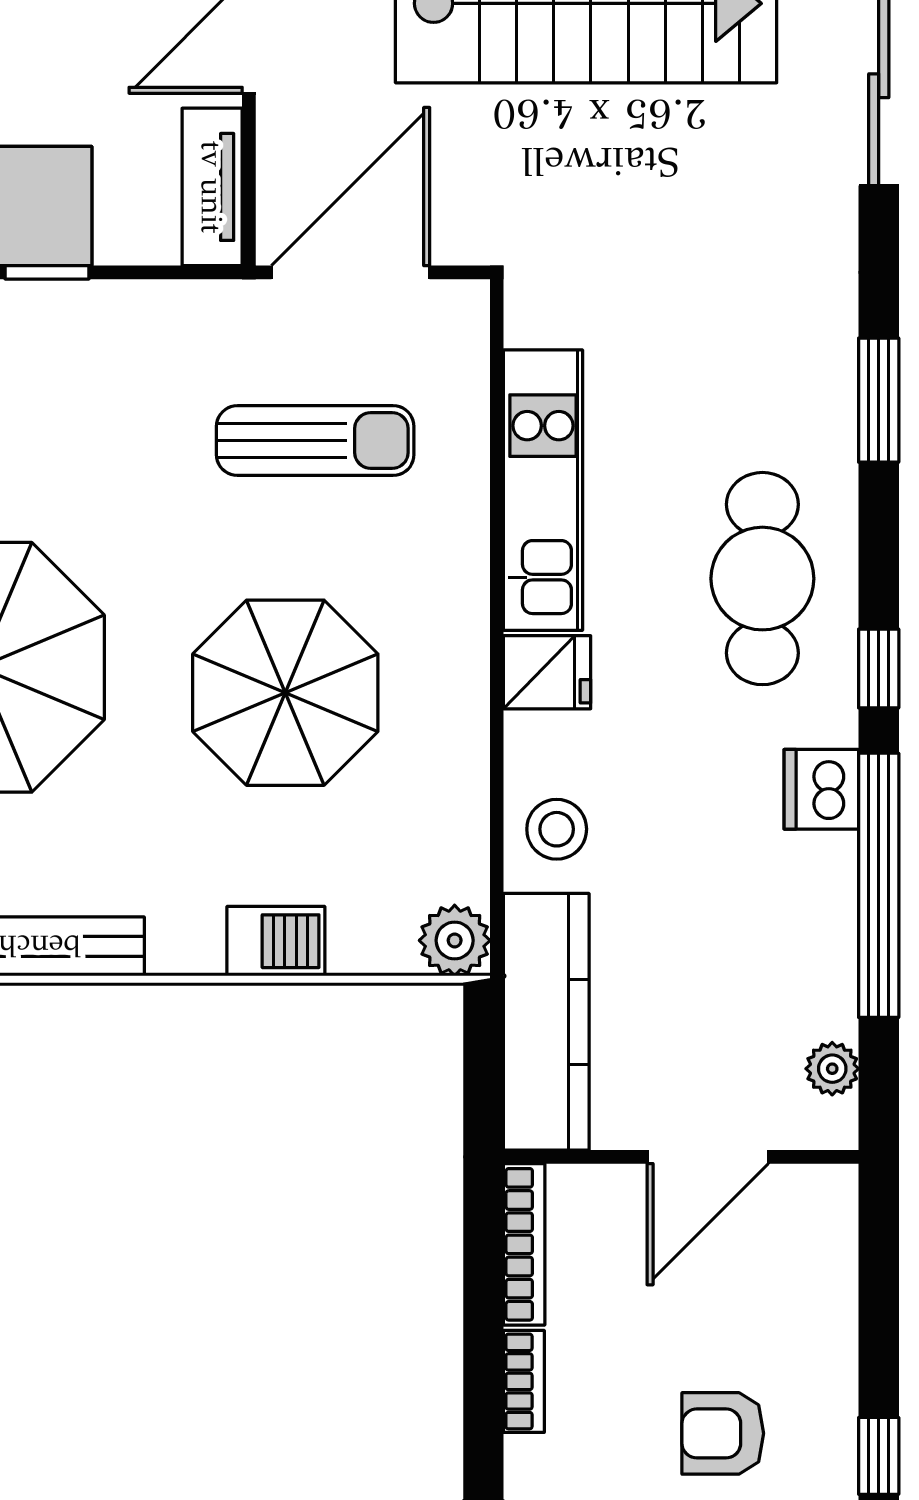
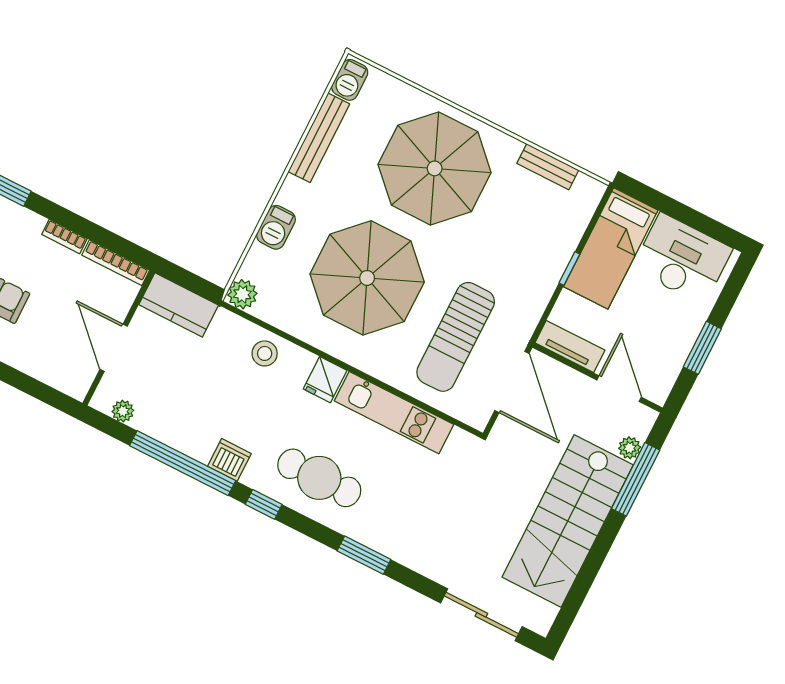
sun lounger: (315, 441) -> (456, 337), width x1.36, depth x1.34
parasol: (285, 693) -> (367, 278), width x1.36, depth x1.36
kitchen counter: (546, 1022) -> (179, 305), width x0.67

